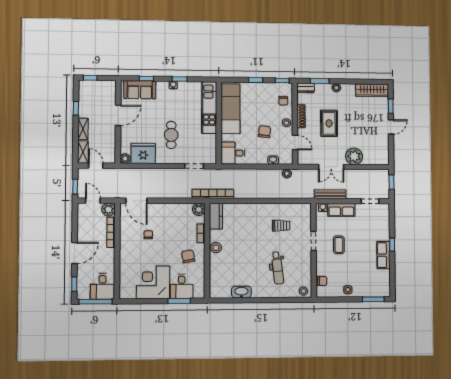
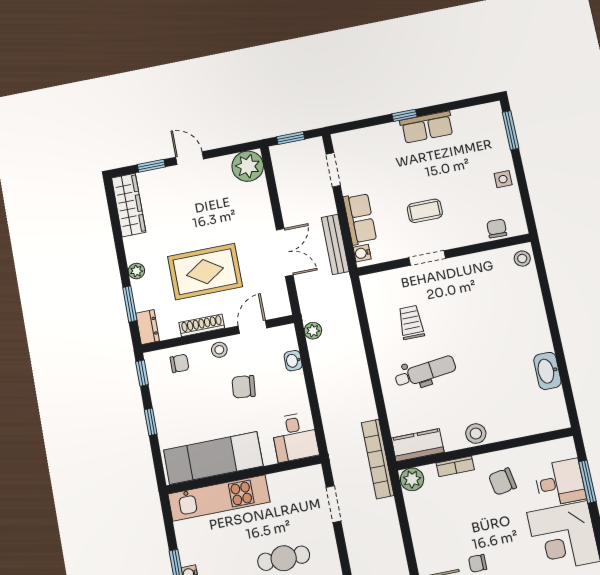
rug: (329, 123) -> (205, 272), width x1.36, depth x1.43
plant: (354, 156) -> (248, 166), moved
dental chair: (277, 268) -> (425, 372), moved

